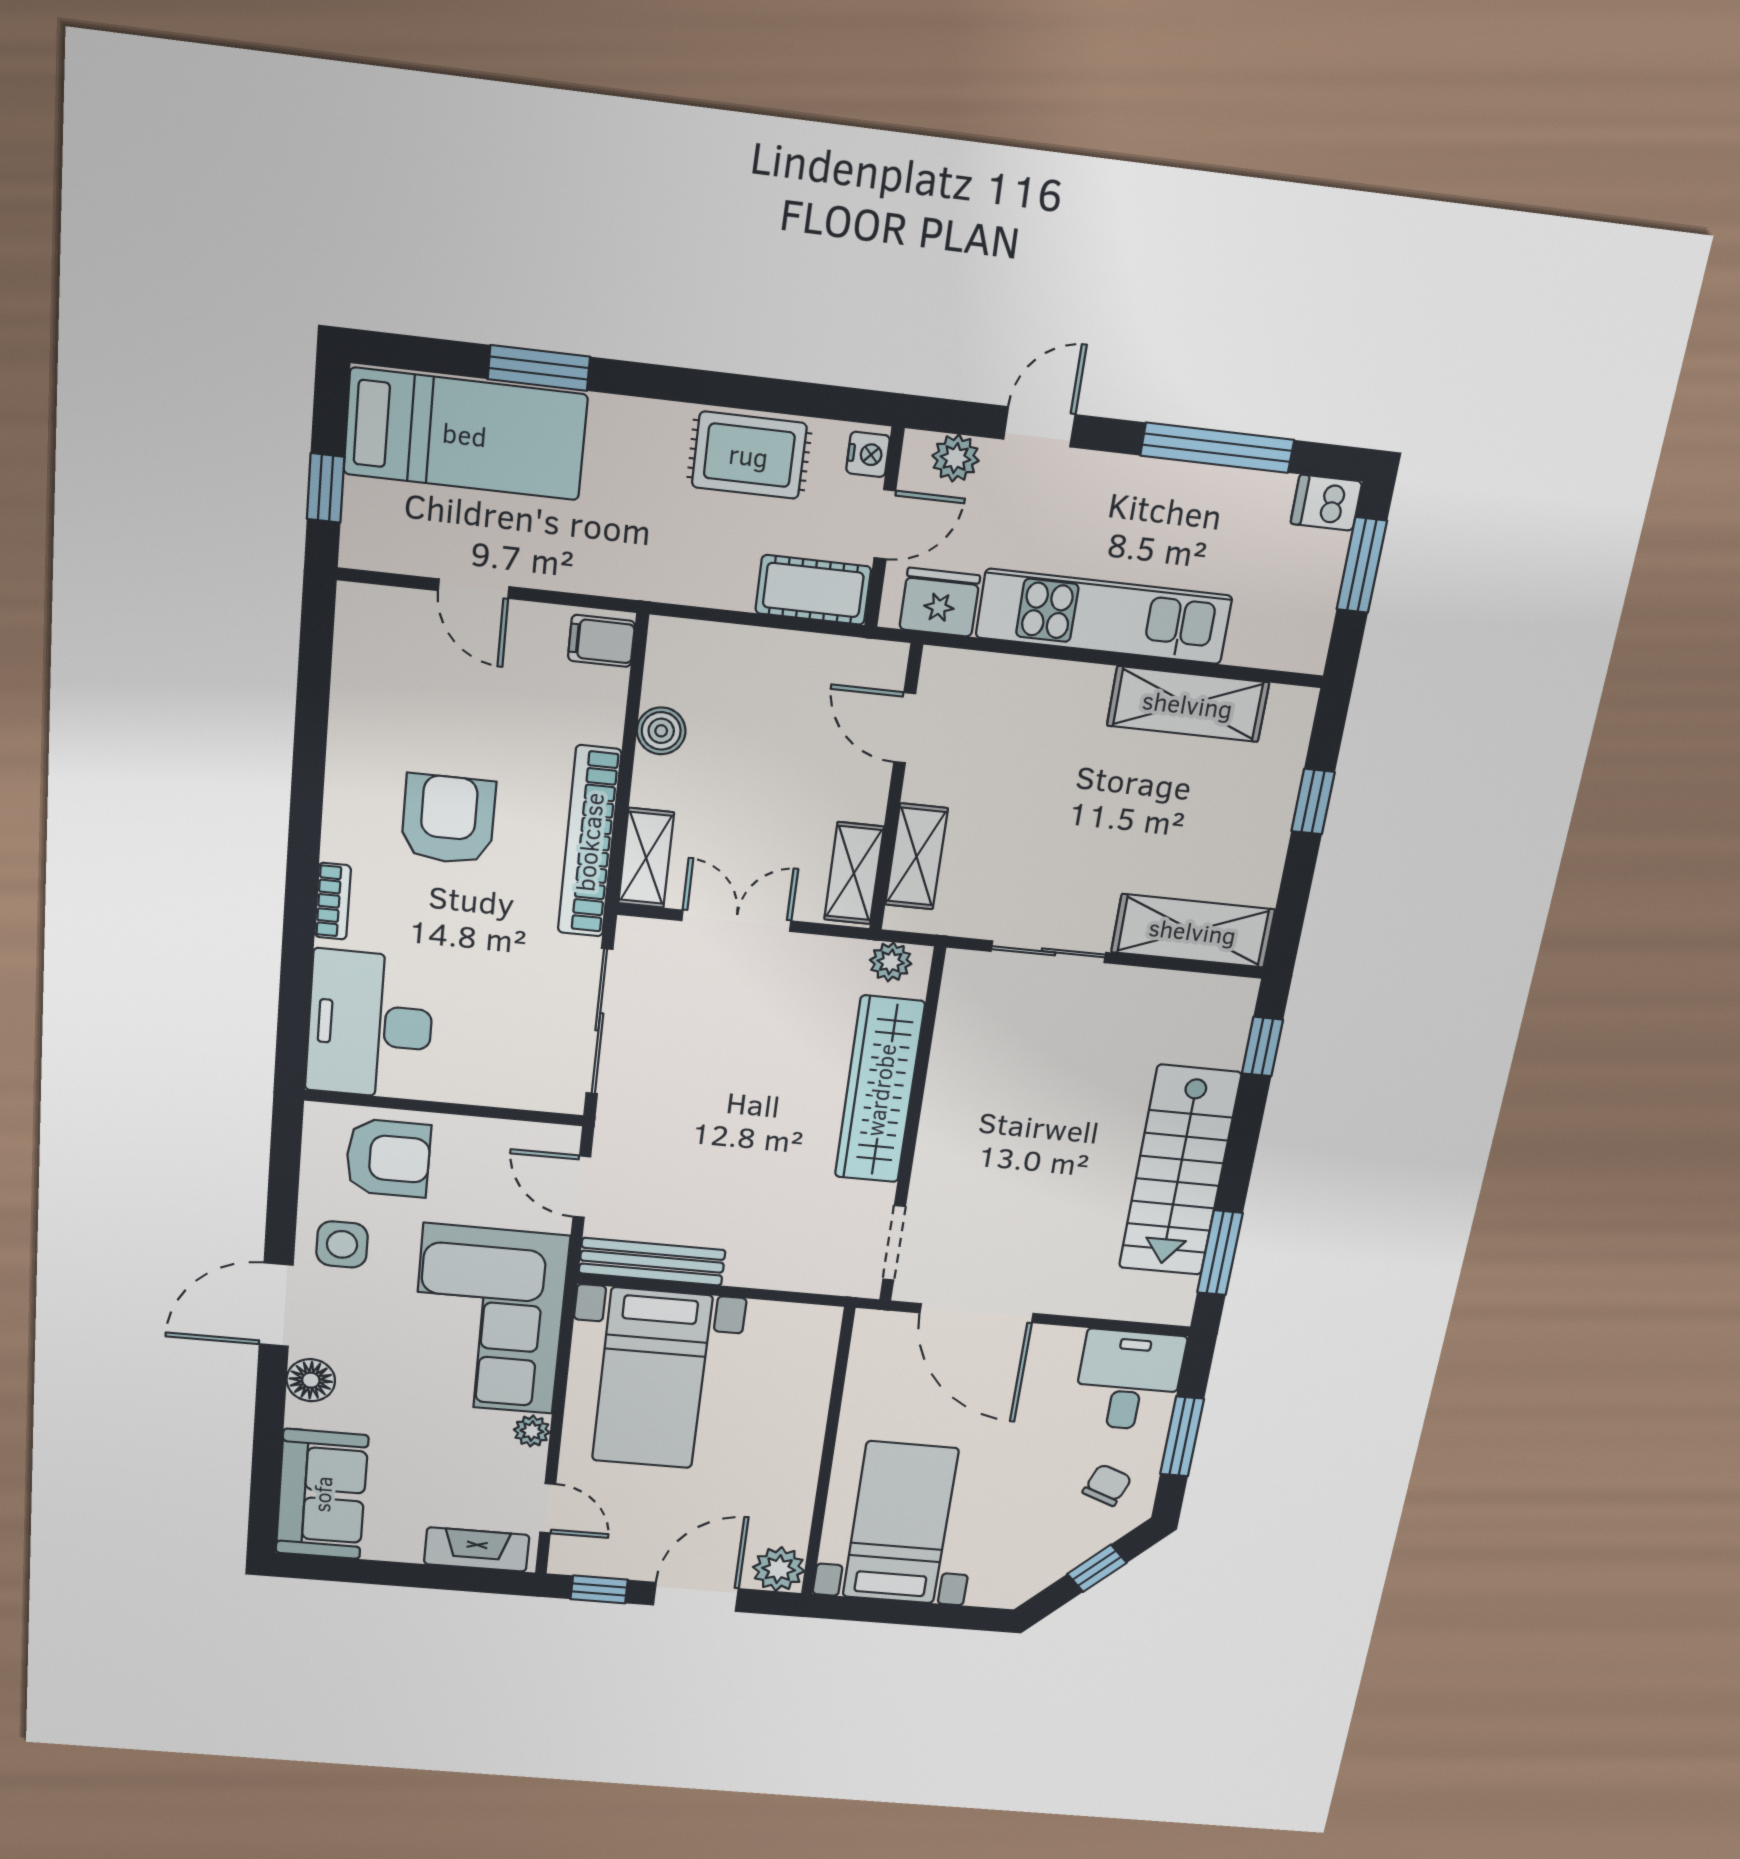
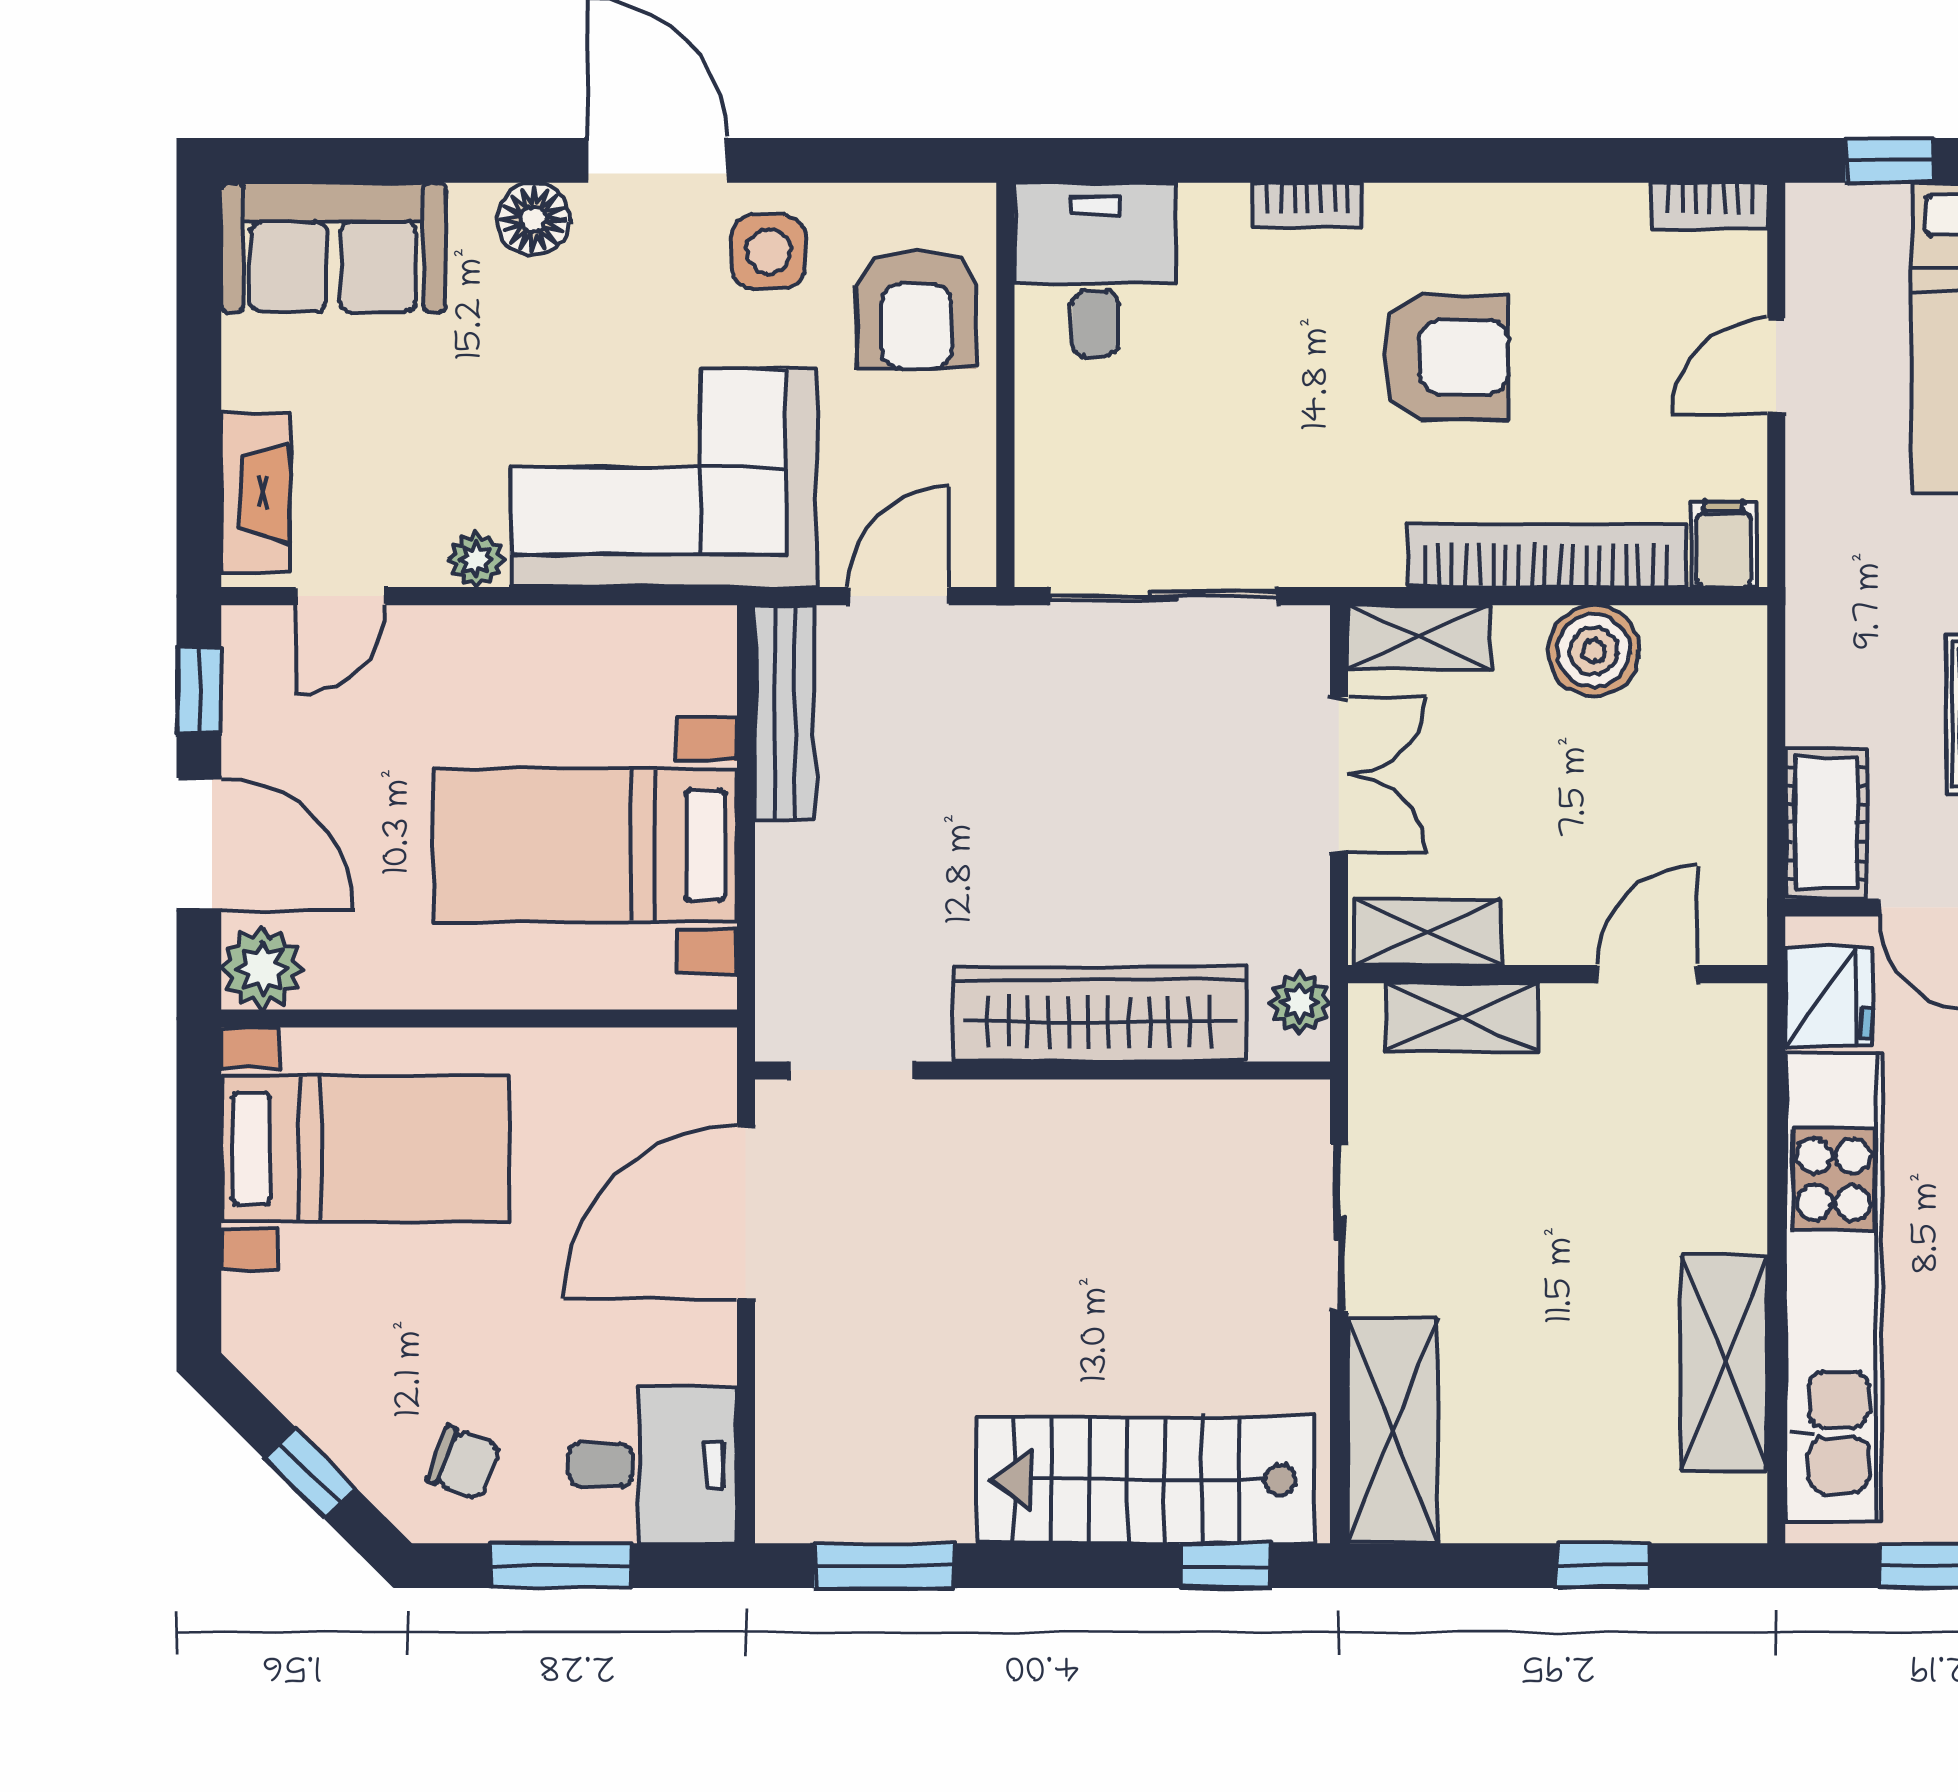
kitchen unit: (1104, 617) -> (1834, 1287), width x1.36
bookcase: (351, 624) -> (1710, 206), added
boiler: (661, 731) -> (1594, 651), width x1.36, depth x1.36
bookcase: (589, 842) -> (1546, 556), moved
desk: (370, 1025) -> (1095, 270), width x0.73
stairs: (1180, 1171) -> (1145, 1480), moved
bed with nightstands: (652, 1379) -> (585, 845), moved

